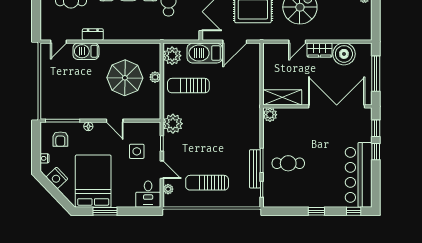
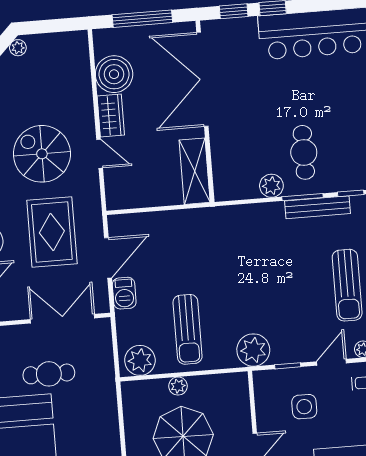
door: (235, 42) -> (108, 258), hinge flipped
barbecue: (205, 53) -> (124, 293), width x0.53, depth x0.65
plant: (270, 115) -> (271, 186), moved

